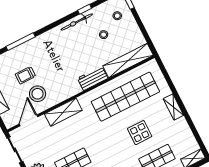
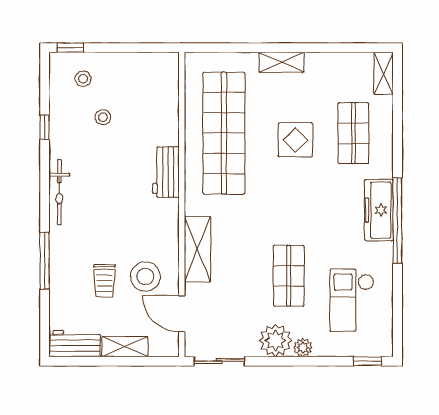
bicycle: (77, 22) -> (59, 192), moved
shelving: (128, 61) -> (166, 98), removed

